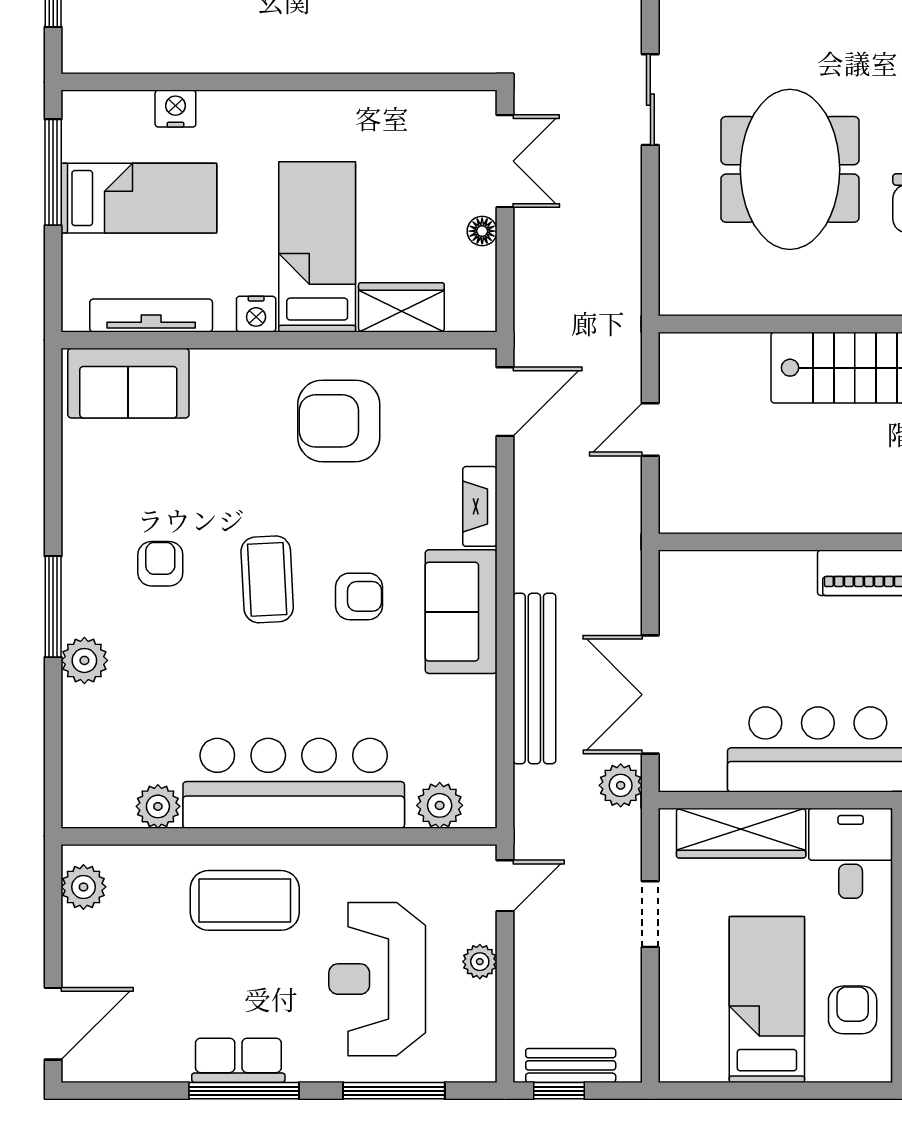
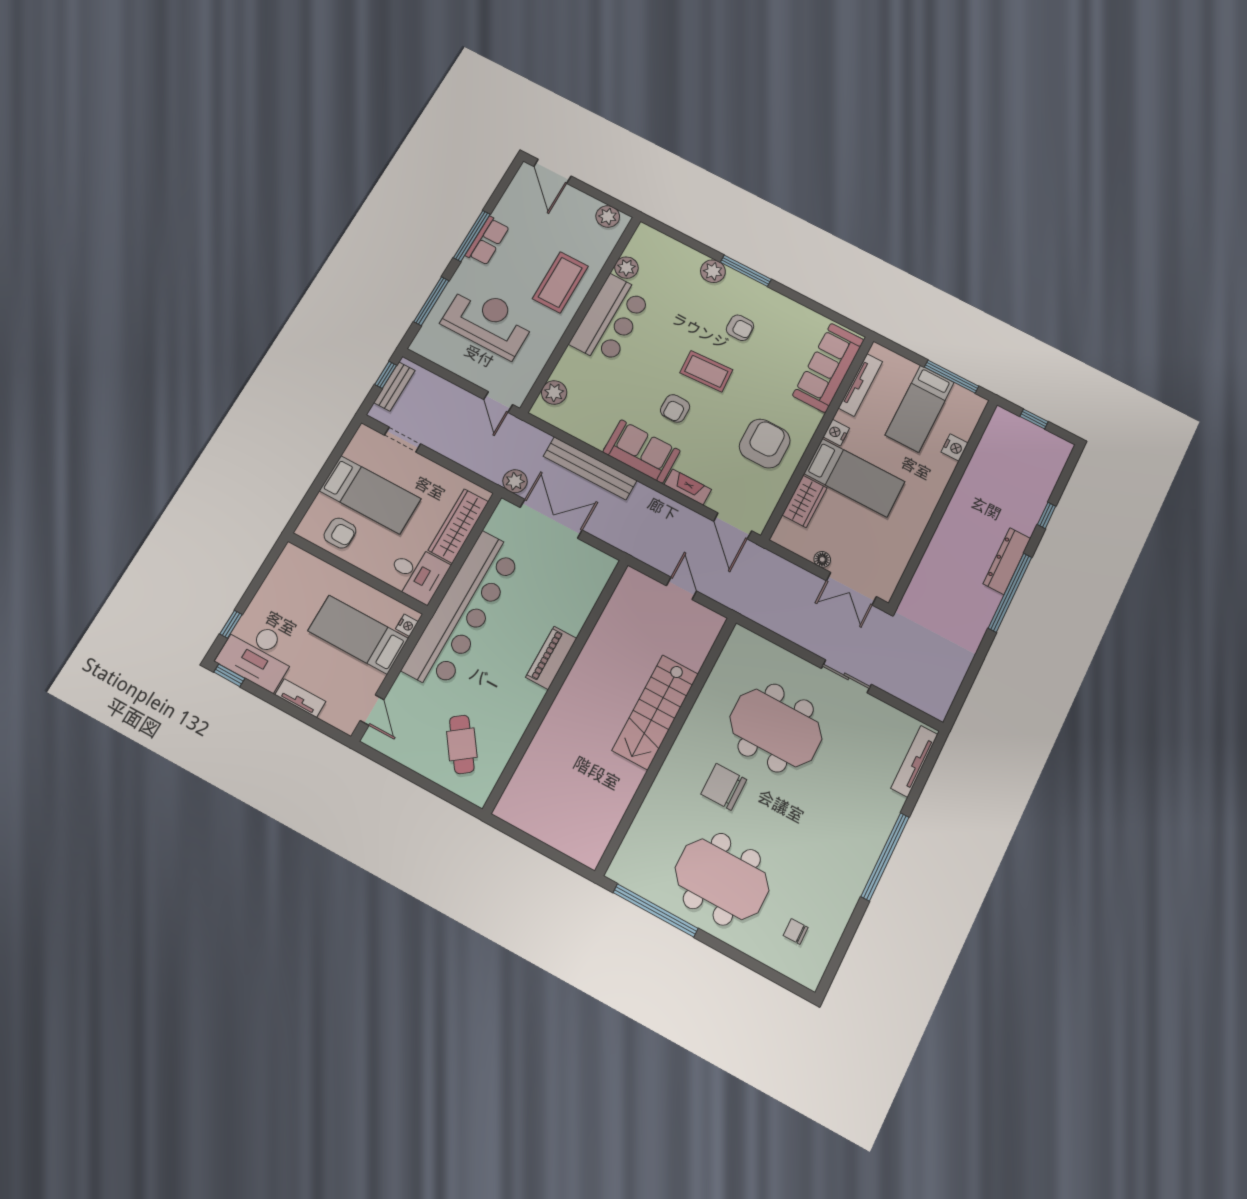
sofa: (128, 383) -> (828, 368), width x1.36
bar counter: (294, 783) -> (610, 320), width x0.73
doorway: (650, 914) -> (403, 440), moved
plant: (480, 962) -> (469, 371), removed

